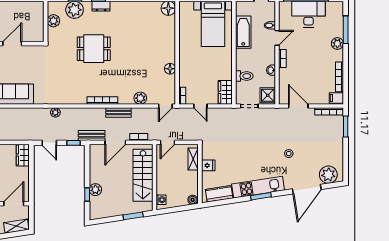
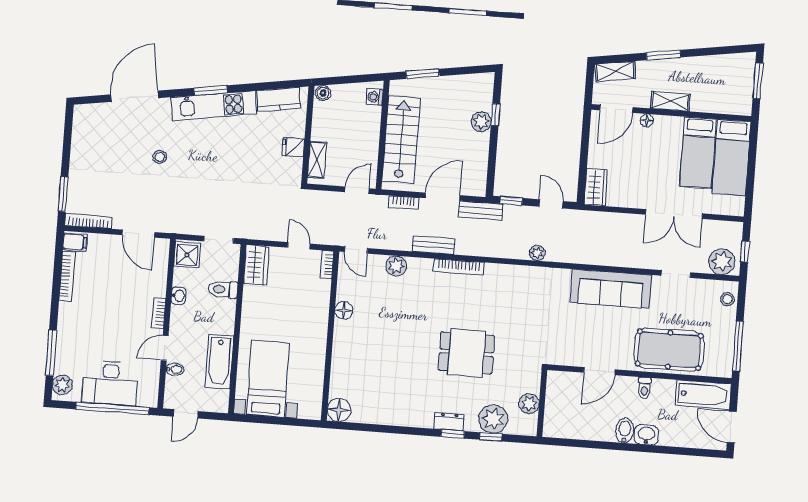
plant: (337, 43) -> (62, 385), moved
door: (165, 106) -> (356, 250), swing flipped
plant: (328, 175) -> (97, 117), removed

